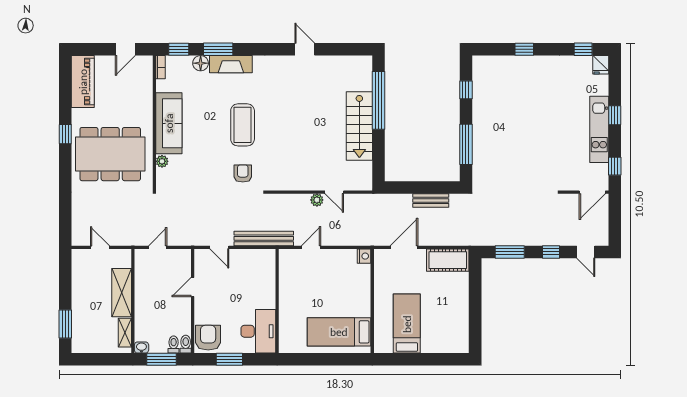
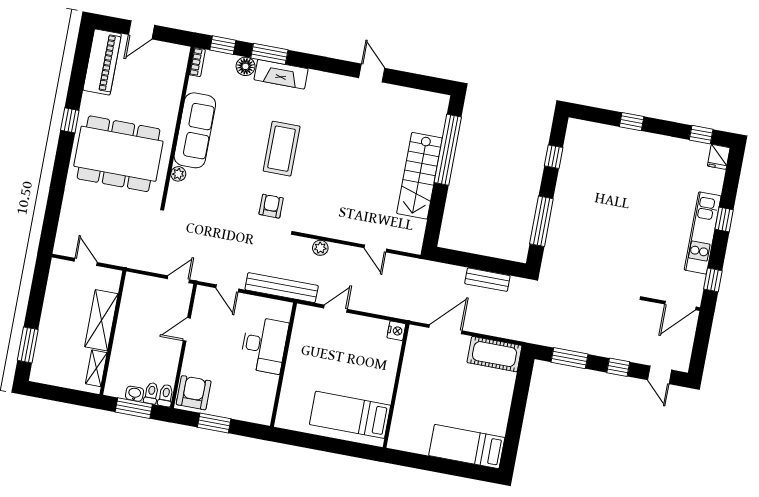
door: (125, 49) -> (142, 30), moved
plant: (317, 200) -> (320, 248), moved
door: (158, 247) -> (178, 279), moved
bed: (407, 324) -> (467, 446), moved, turned -90
desk: (258, 331) -> (264, 345), moved
washbasin: (141, 347) -> (135, 394), moved

